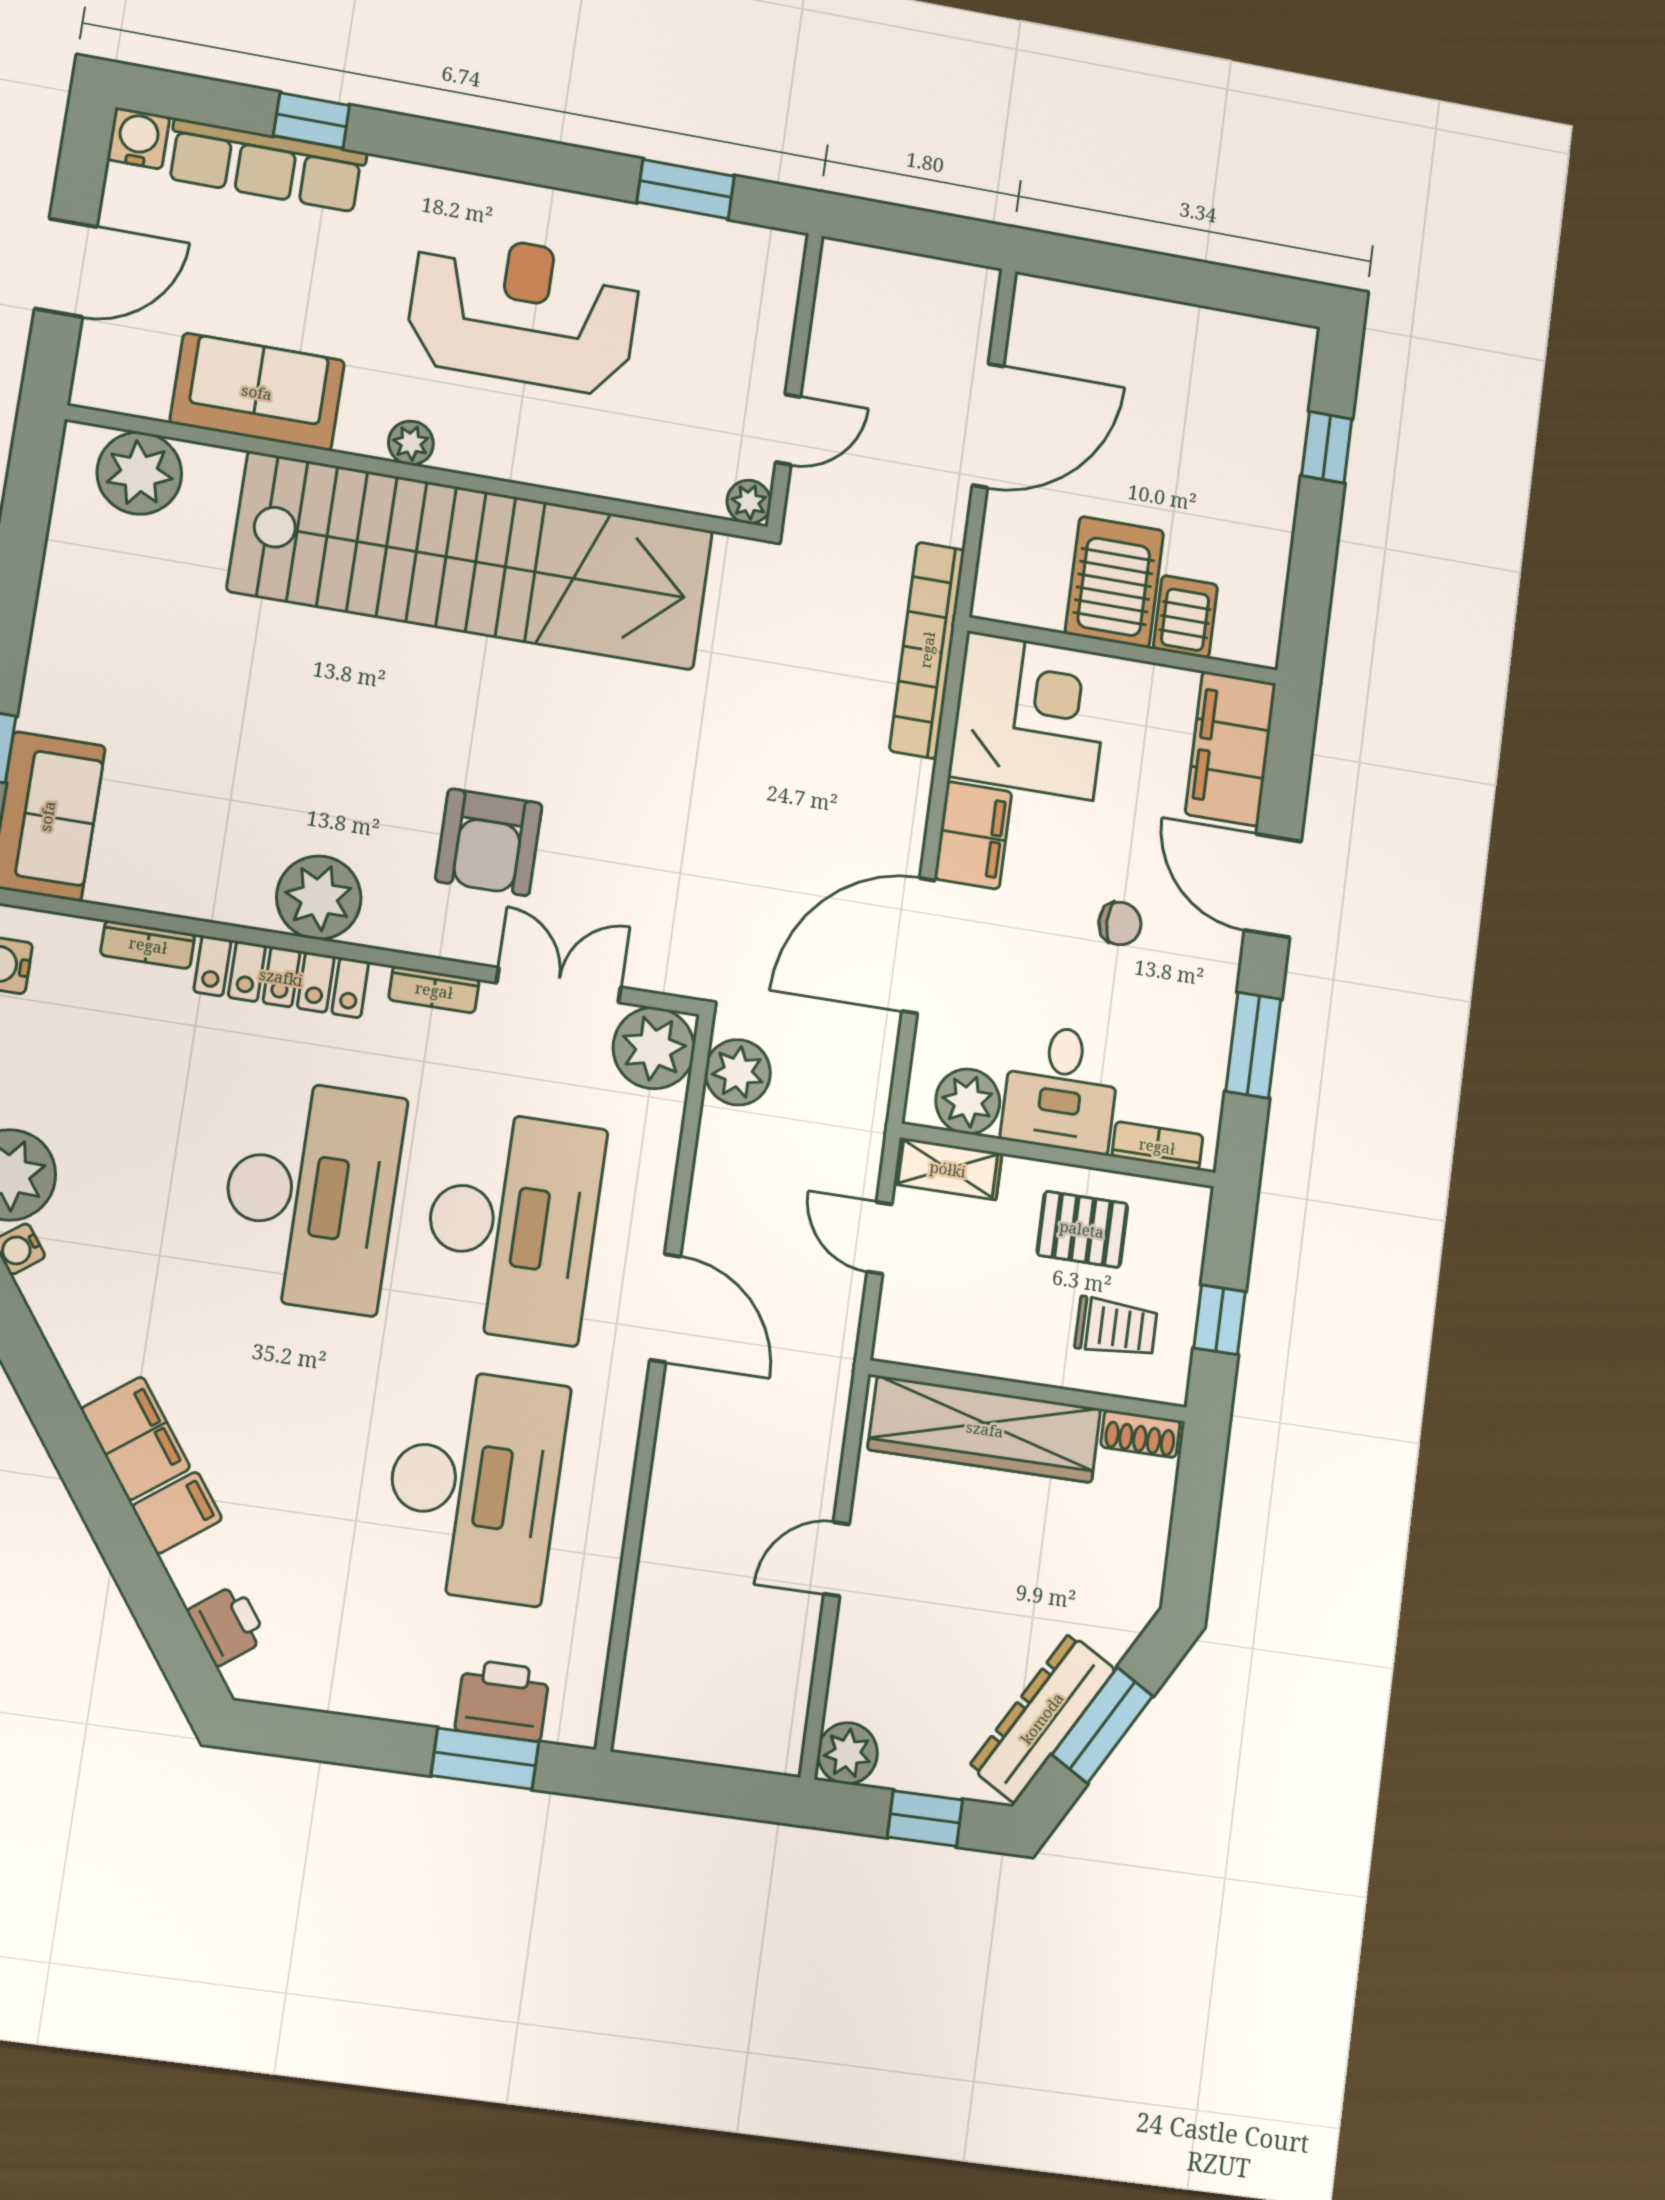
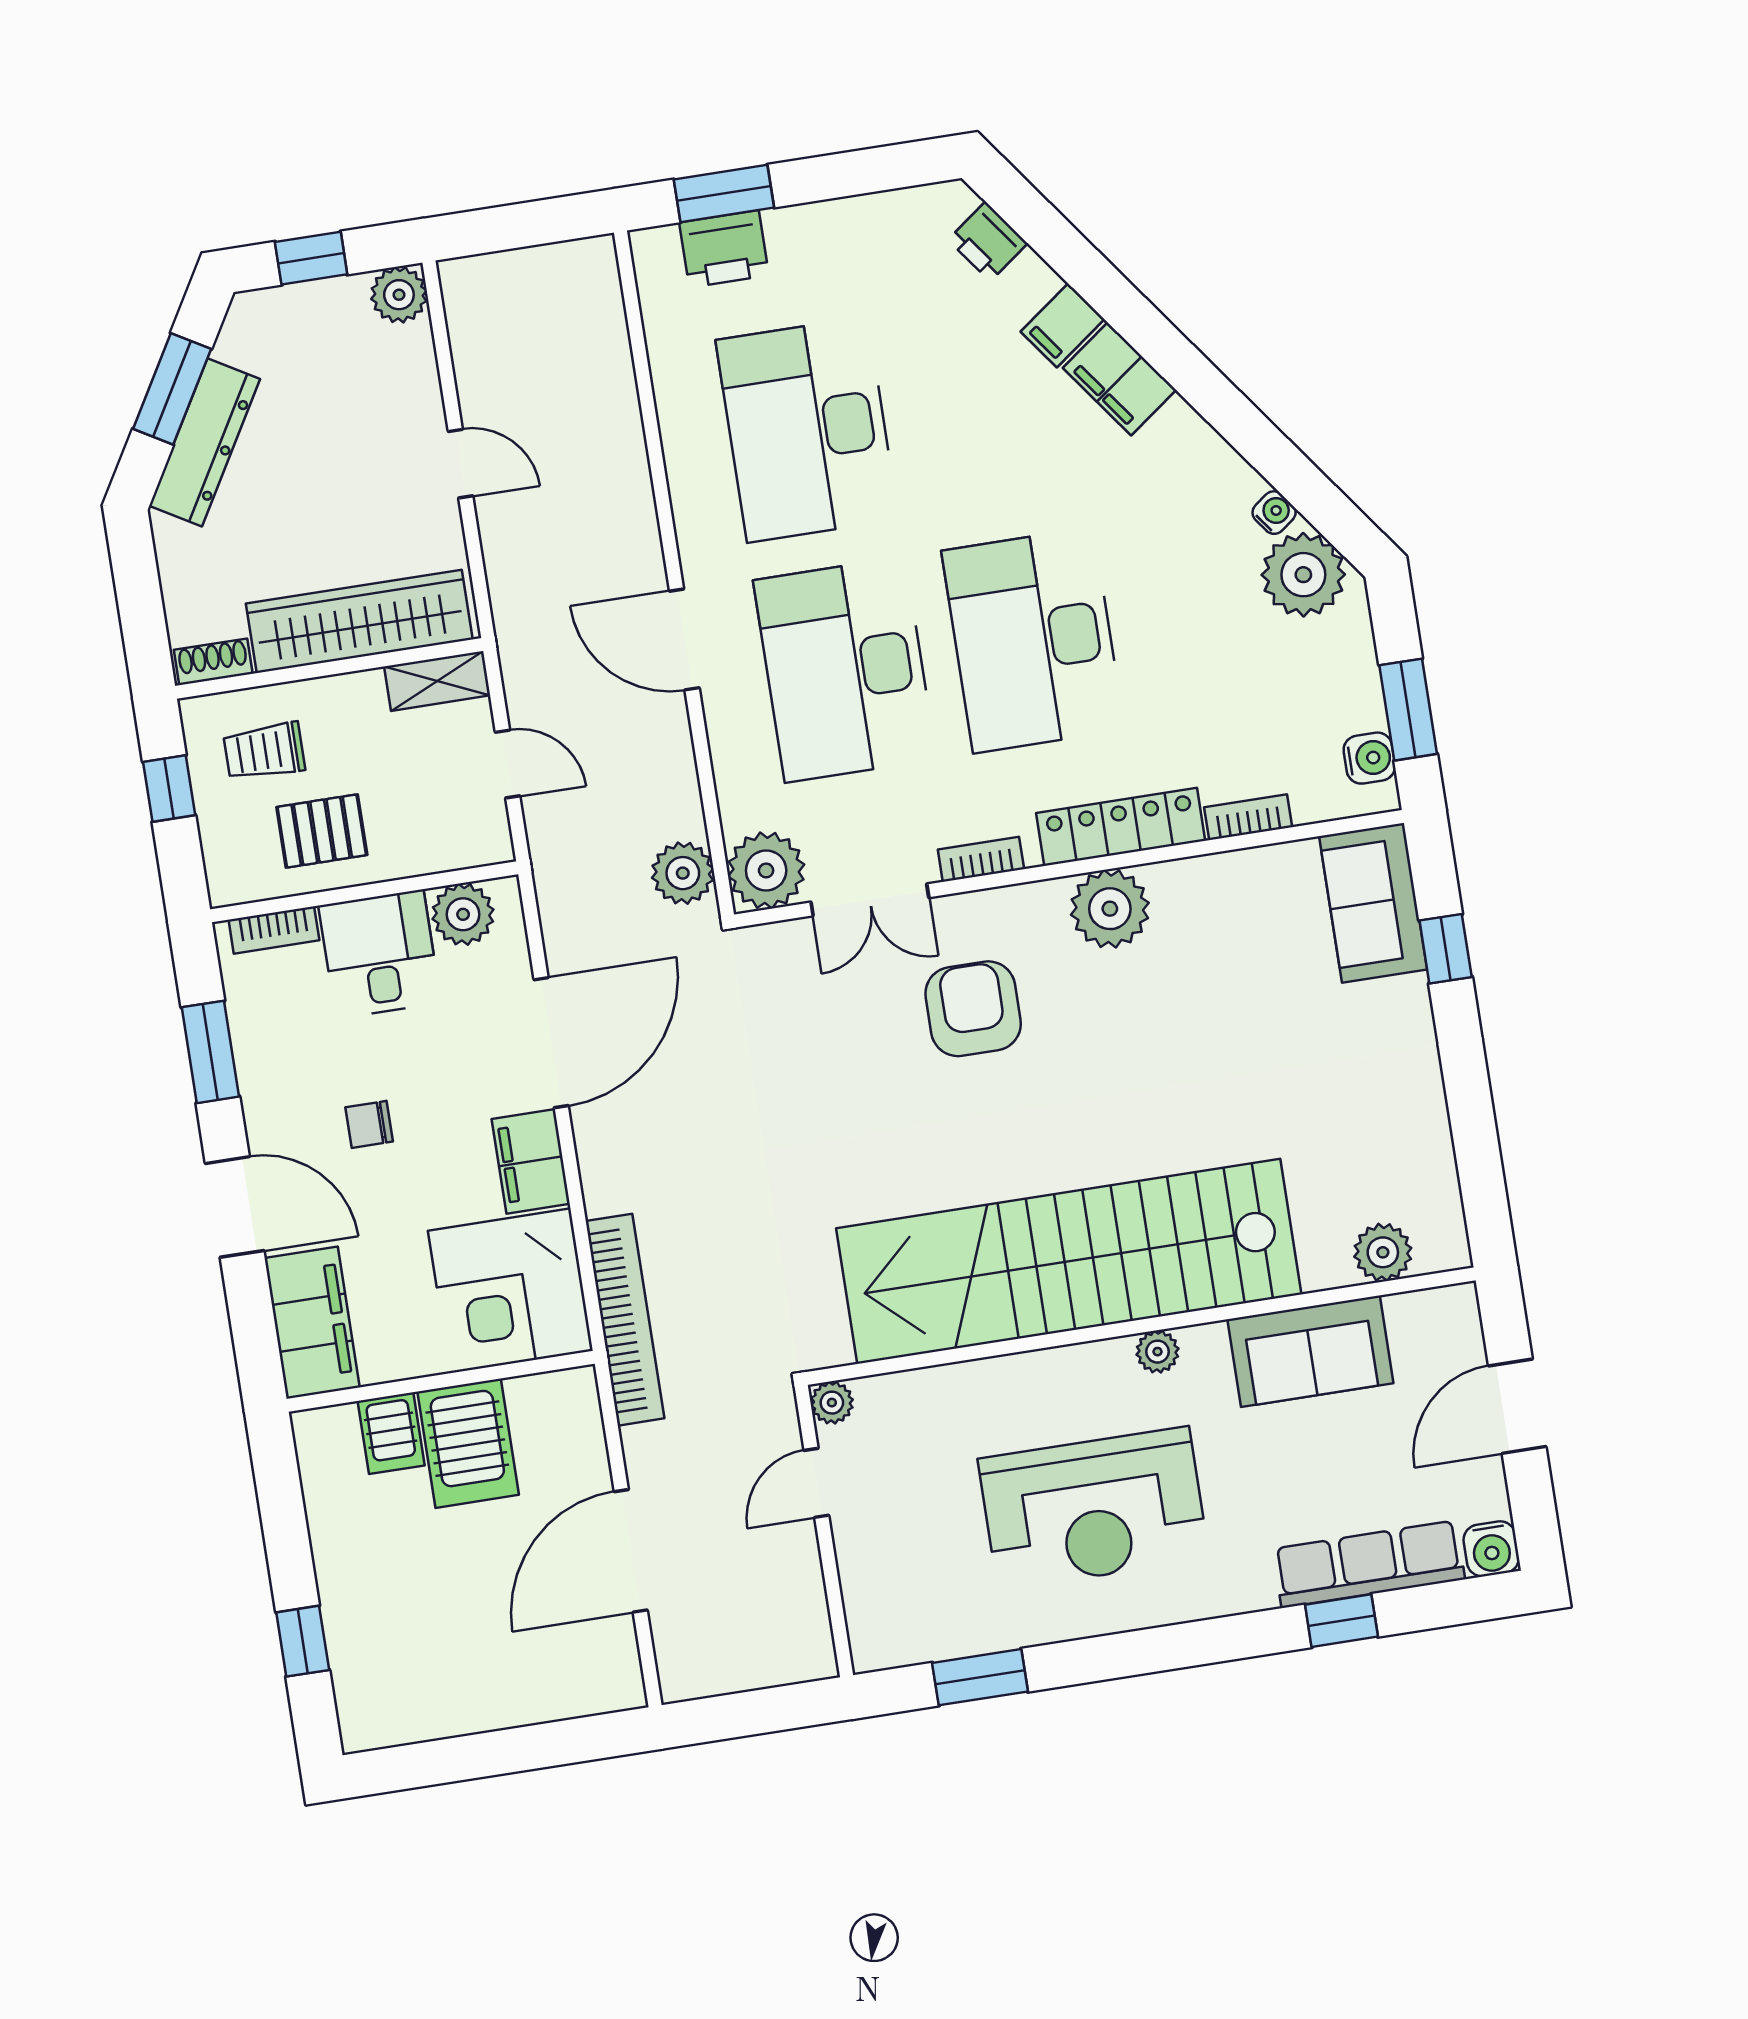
plant: (139, 473) -> (1383, 1252), width x0.73, depth x0.73
shelving: (948, 1169) -> (437, 681), moved
door: (837, 1559) -> (461, 464), hinge flipped
dresser: (1042, 1718) -> (205, 442), moved

